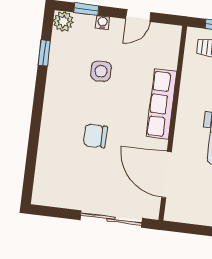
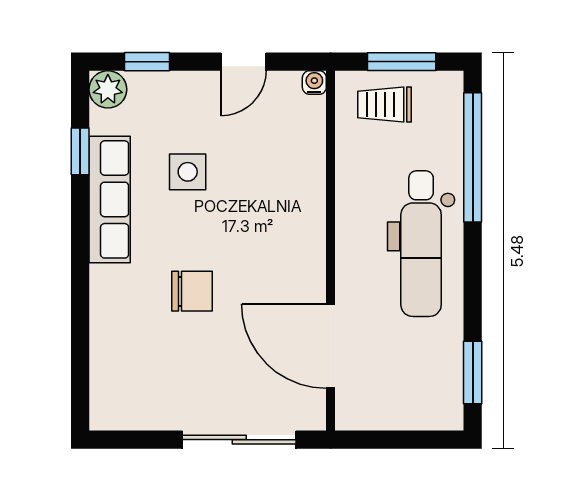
water cooler: (102, 22) -> (314, 83), moved
row of seats: (162, 104) -> (110, 199), moved, turned 180
chair: (95, 136) -> (192, 291), turned 180

